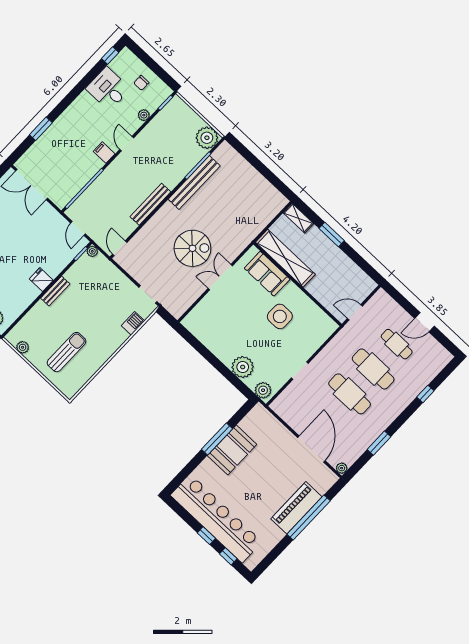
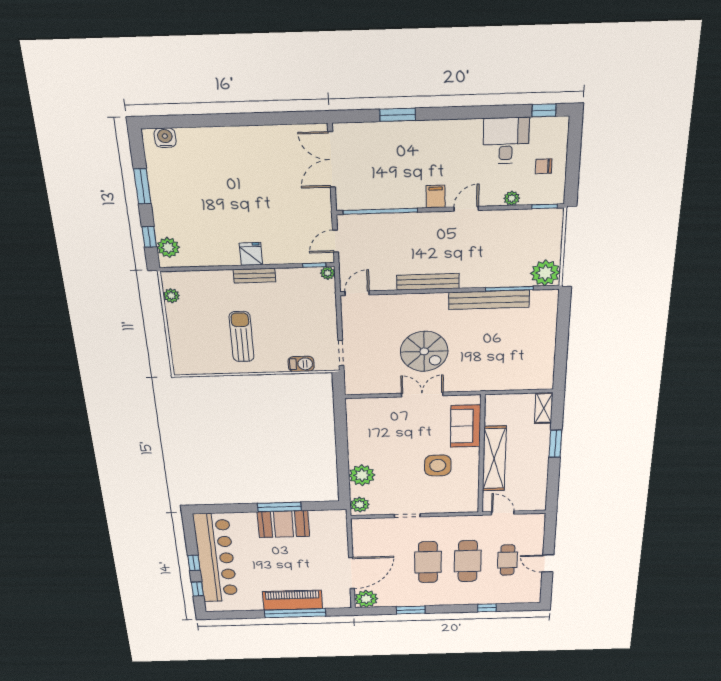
shelving: (285, 258) -> (494, 459), moved
sun lounger: (67, 352) -> (242, 337), moved, turned -90
plant: (342, 468) -> (366, 599), width x1.88, depth x1.88

